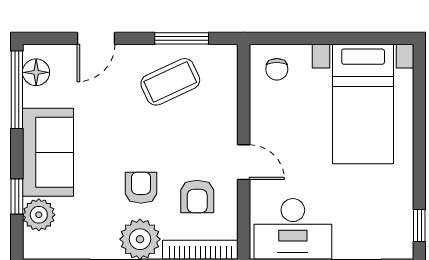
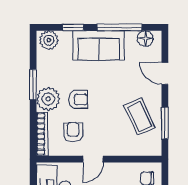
window: (17, 90) -> (119, 27), moved
armchair: (197, 196) -> (73, 132), turned 90
plant: (39, 215) -> (49, 40), moved

